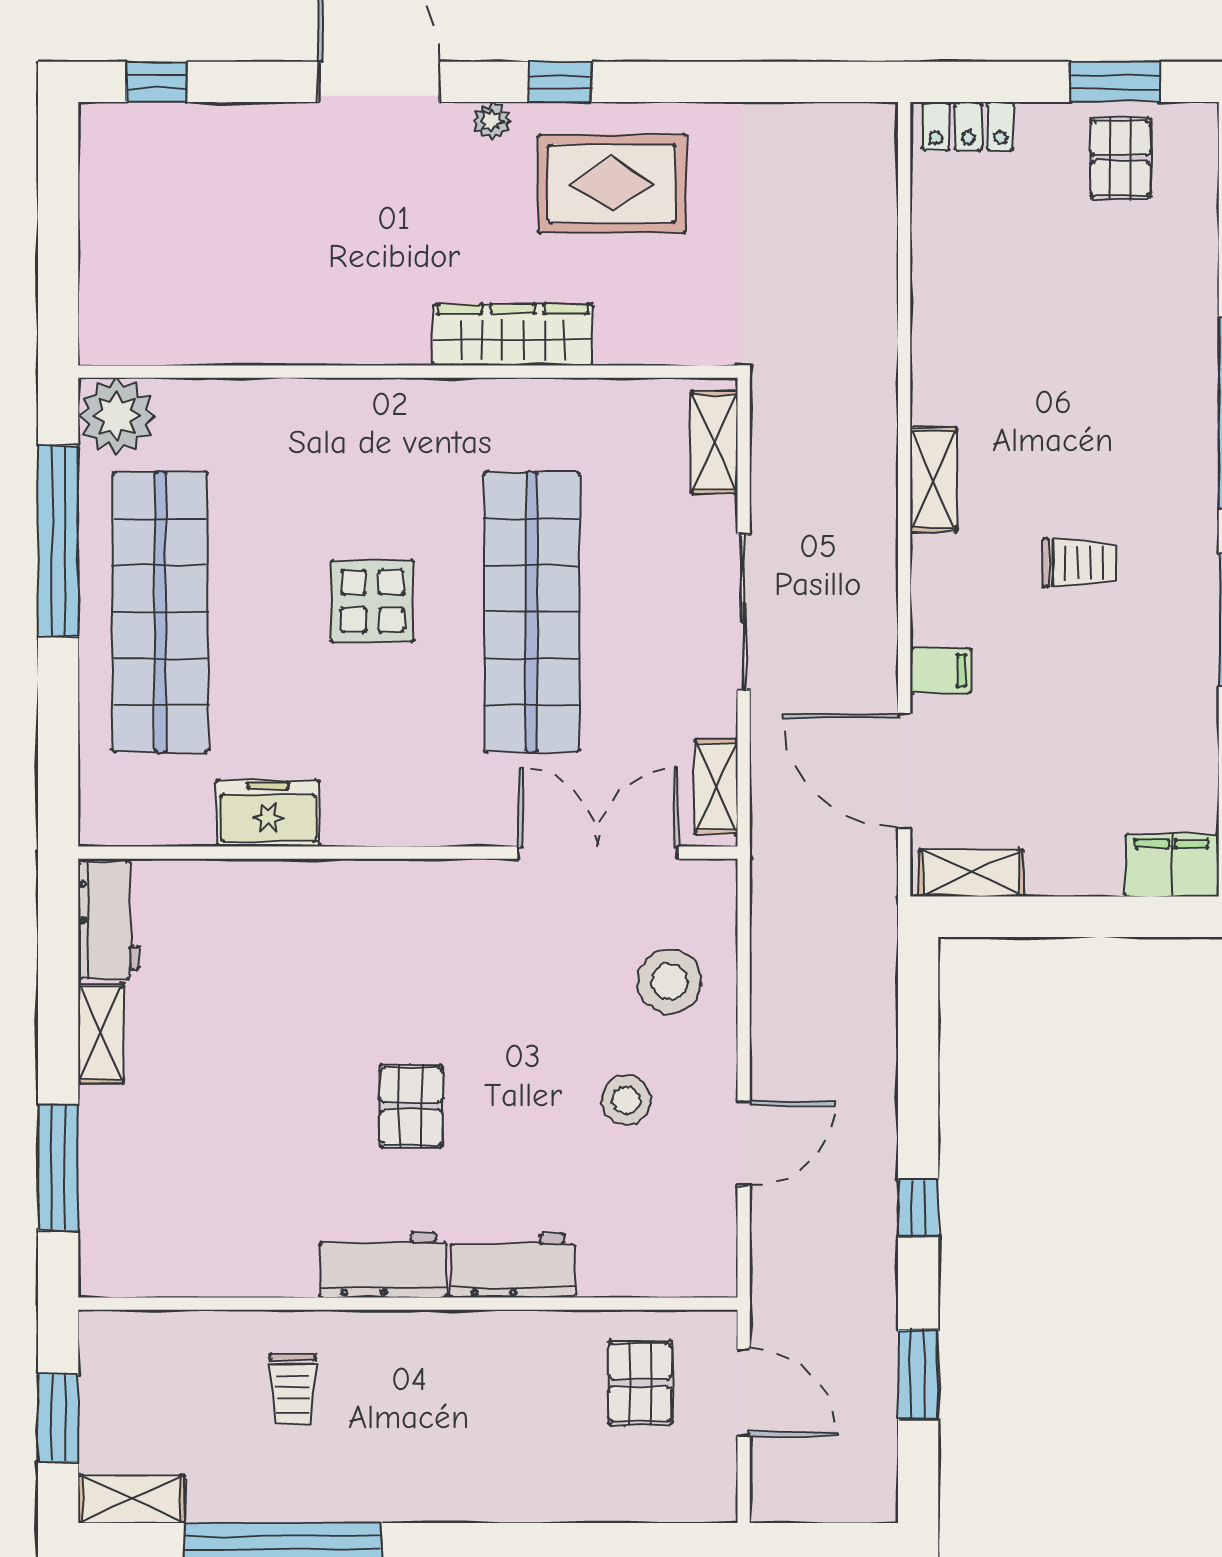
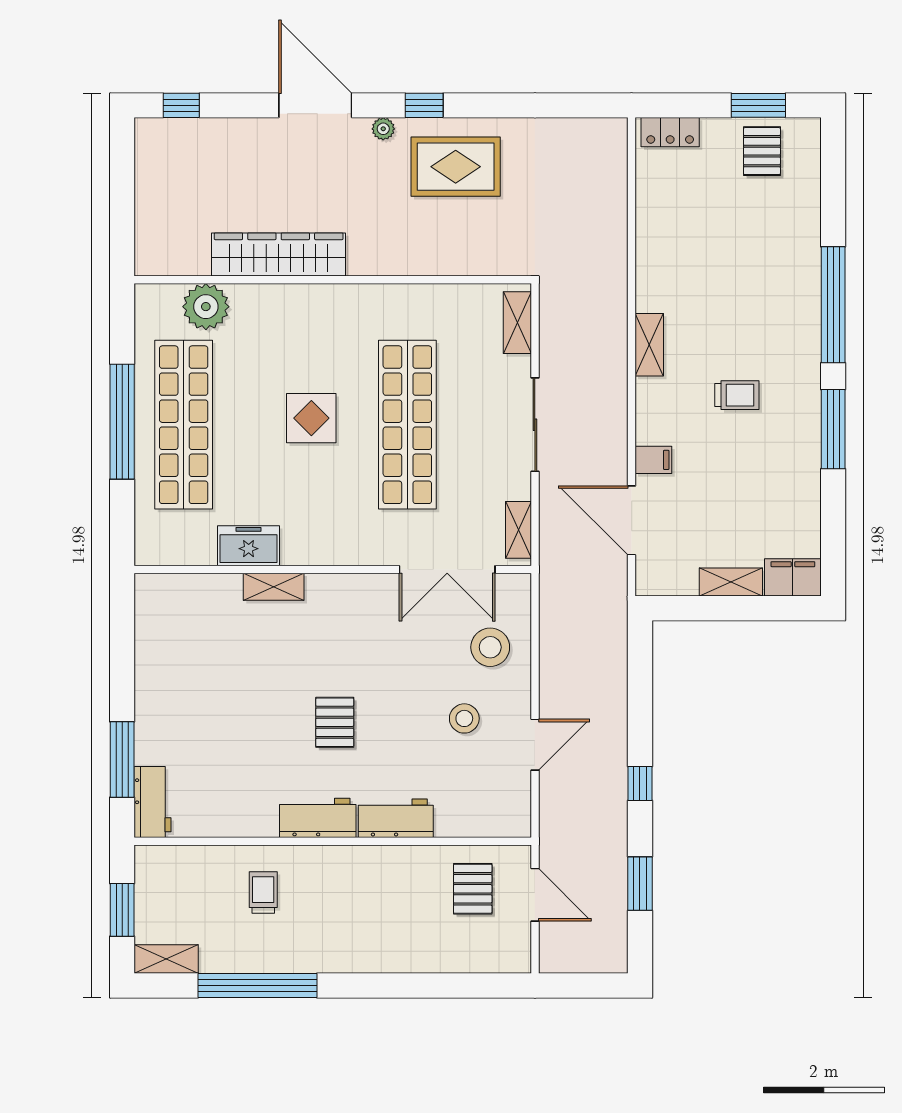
wardrobe: (513, 335) -> (279, 255), moved, width x1.40, depth x1.17
plant: (117, 416) -> (206, 307), moved
window: (58, 541) -> (122, 422), moved
double door: (598, 853) -> (447, 570), swing flipped
shelving: (971, 873) -> (731, 582), moved
workbench: (109, 920) -> (153, 802), moved
shelving: (101, 1033) -> (274, 587), moved, turned 90
trolley: (292, 1389) -> (263, 892), turned 180

